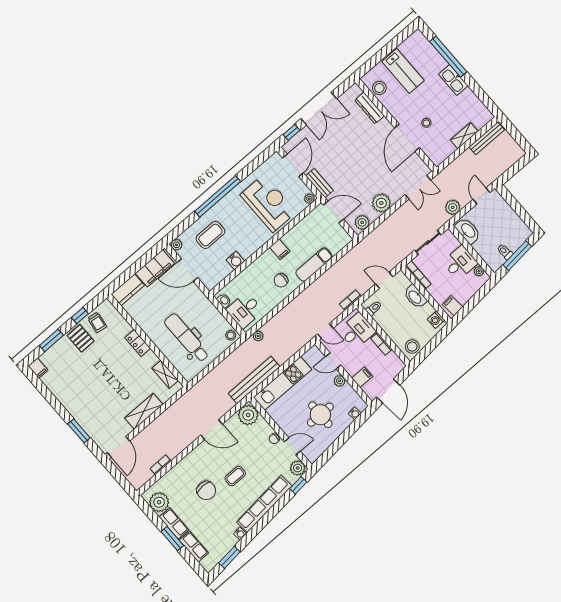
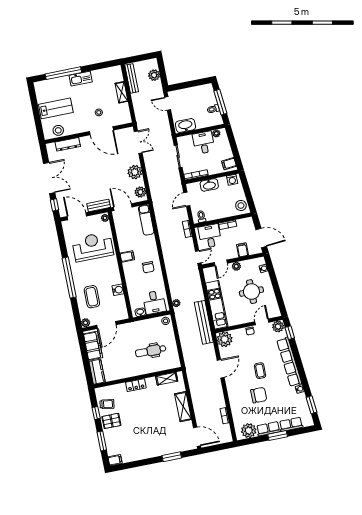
plant: (453, 207) -> (154, 75), moved
door: (333, 212) -> (123, 207), hinge flipped
exam couch: (314, 265) -> (146, 220), moved
dental chair: (187, 338) -> (151, 351), width x0.73, depth x0.72

